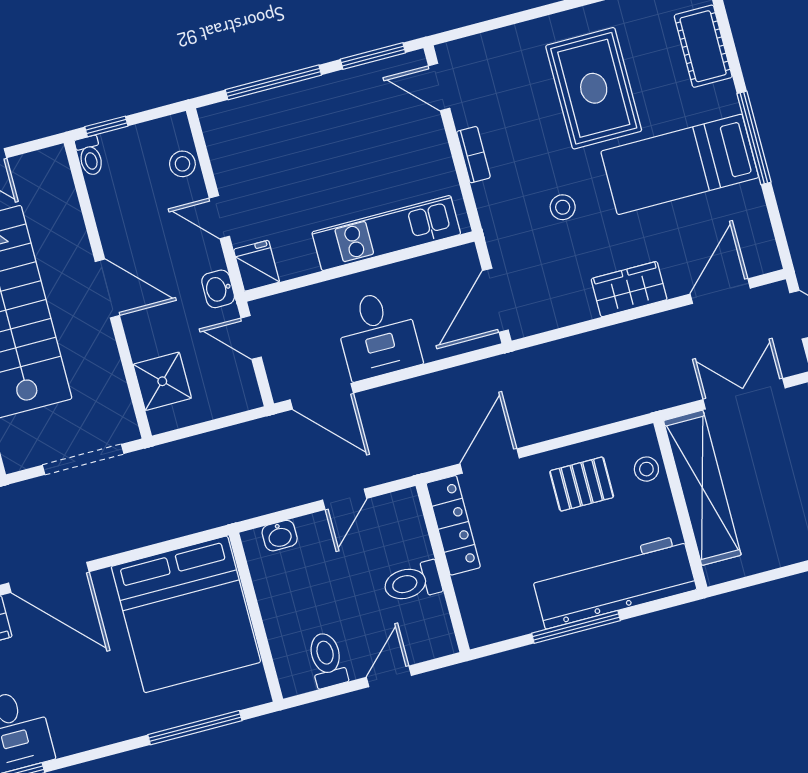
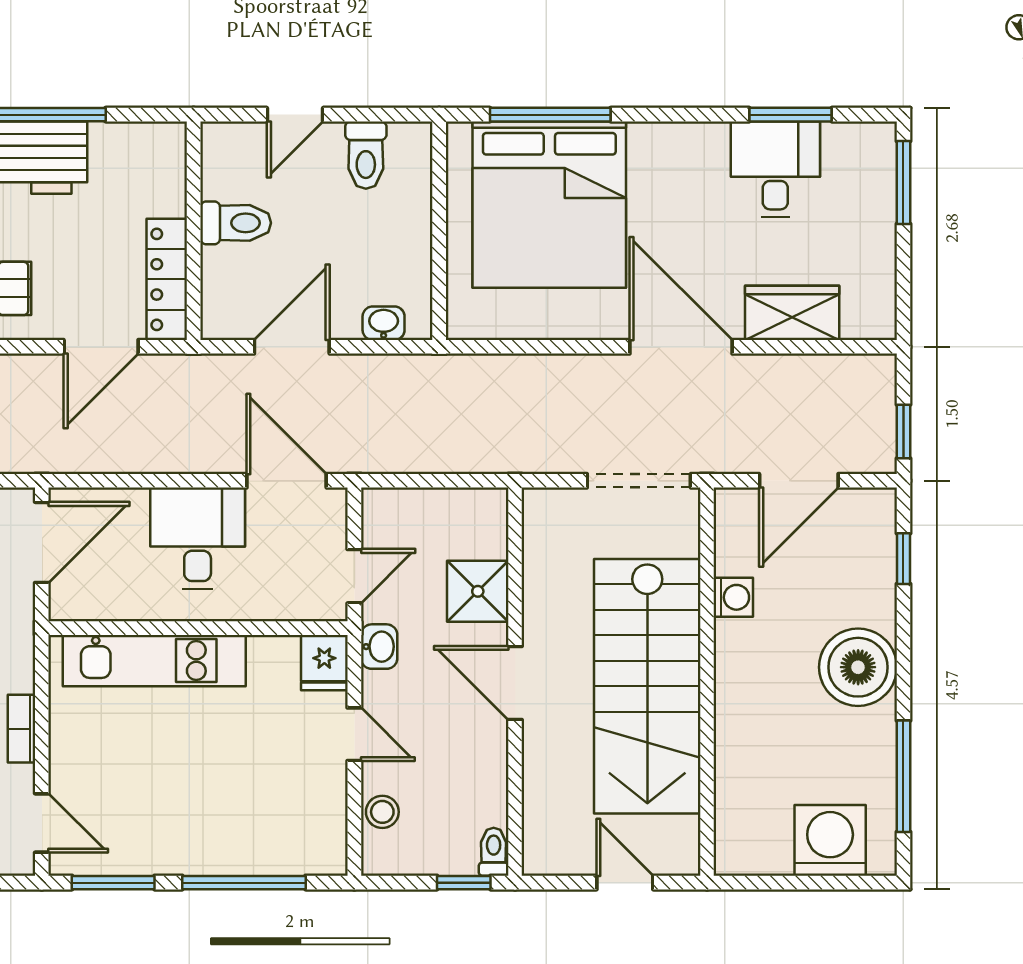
door: (251, 337) -> (354, 576), hinge flipped
shower: (162, 381) -> (478, 591), moved
doorway: (83, 459) -> (639, 481), moved
door: (345, 499) -> (292, 347), width x1.38
bed: (186, 614) -> (549, 205), moved, turned 180

